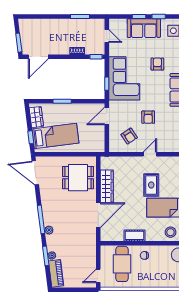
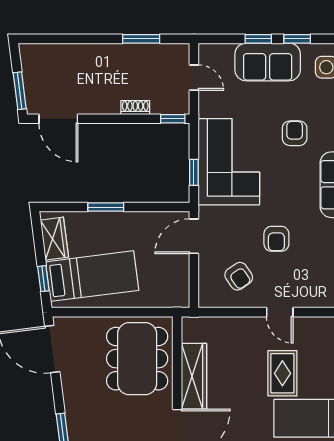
door: (38, 57) -> (58, 119), hinge flipped
door: (150, 154) -> (280, 312), swing flipped
dining table: (78, 178) -> (137, 359), width x1.38

